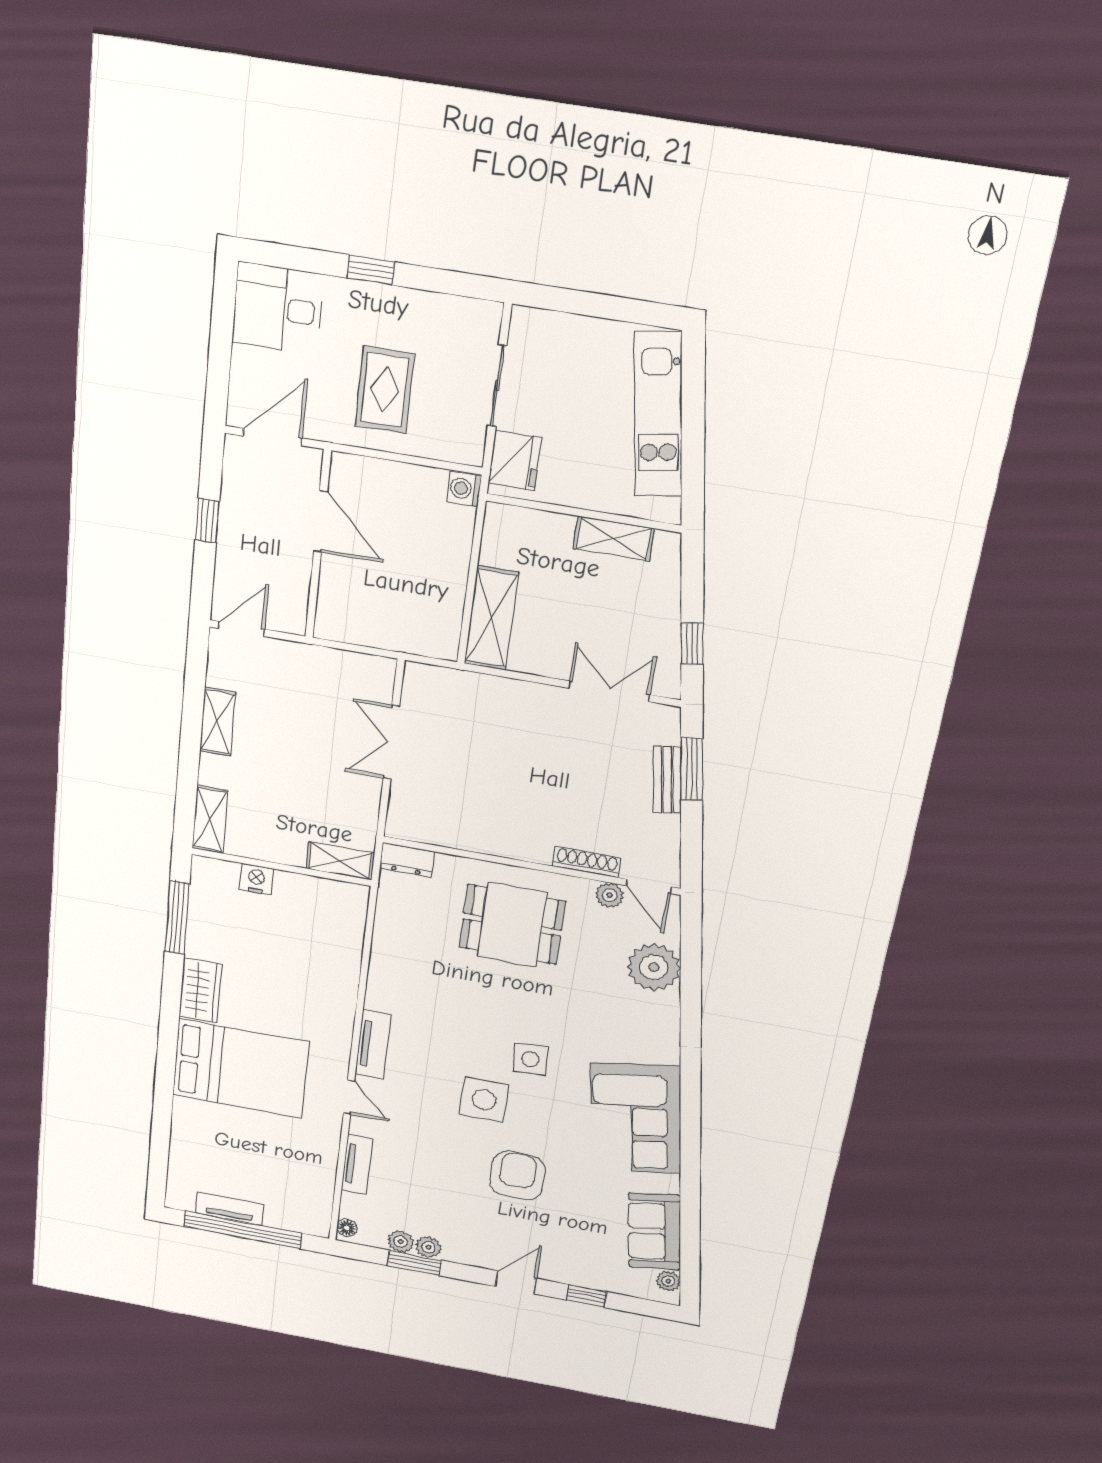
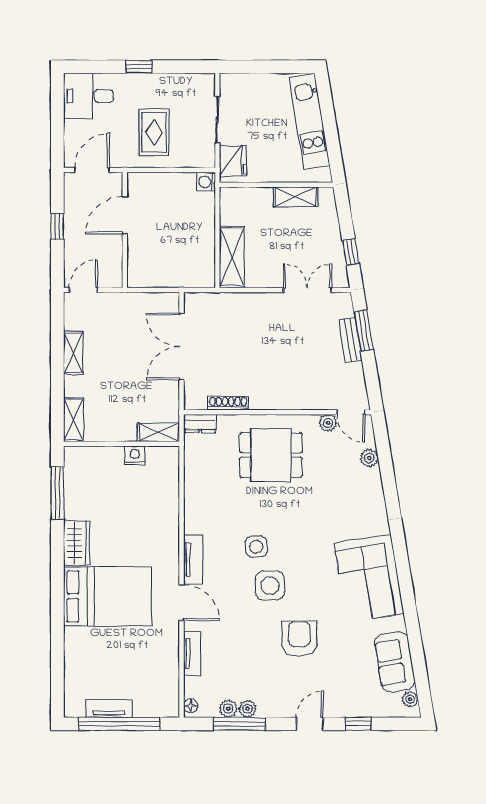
door: (320, 521) -> (125, 215), swing flipped
double door: (391, 742) -> (182, 347), width x1.37
shoe rack: (587, 862) -> (228, 403), moved
nightstand: (256, 879) -> (135, 455), moved
plant: (654, 967) -> (369, 458), width x0.53, depth x0.53
side table: (530, 1059) -> (256, 547), moved
door: (349, 1097) -> (182, 603), width x1.38
window: (414, 1263) -> (240, 724), width x1.44

